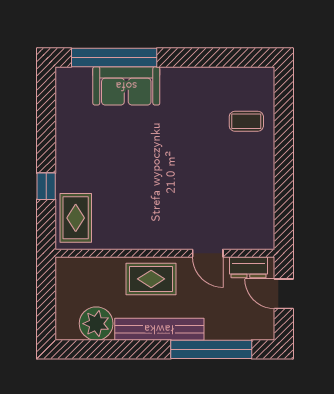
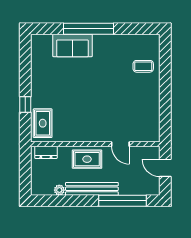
window: (114, 57) -> (89, 29), moved
dresser: (248, 267) -> (46, 152), moved
plant: (96, 324) -> (59, 190), width x0.53, depth x0.53

